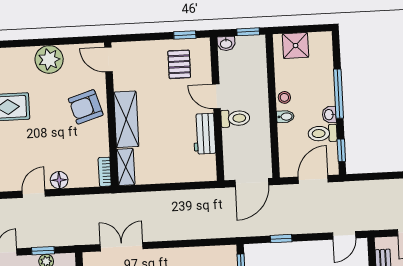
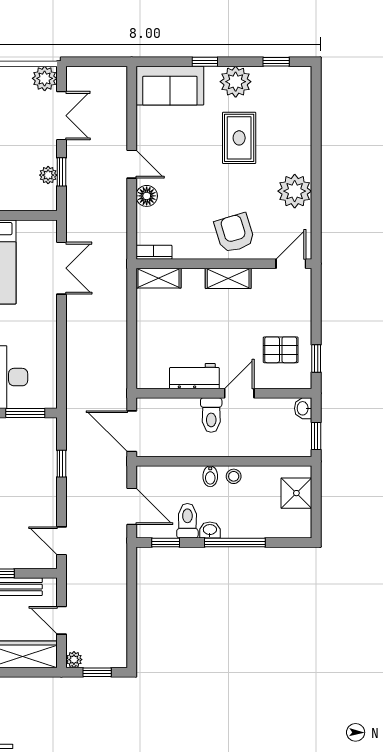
shelving: (126, 119) -> (228, 278), width x0.67, depth x0.75

